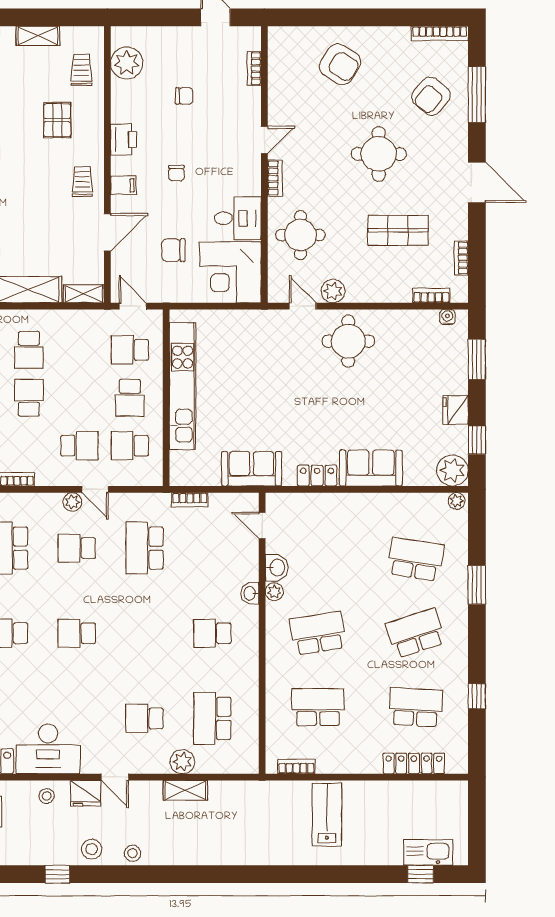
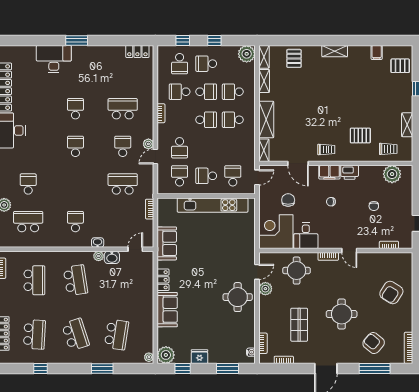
filing cabinet: (123, 185) -> (329, 172), width x2.00

